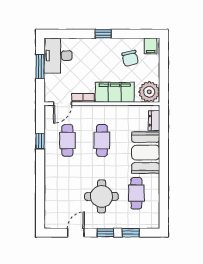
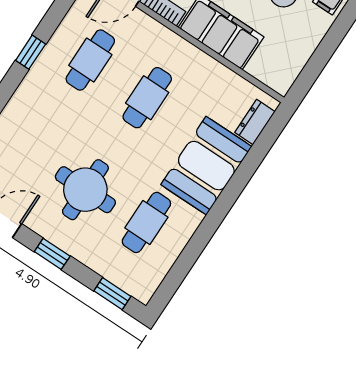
plant: (149, 92) -> (278, 69), removed
window: (40, 141) -> (31, 52), moved
window: (131, 233) -> (112, 294), moved

